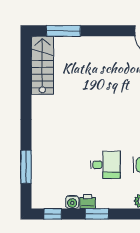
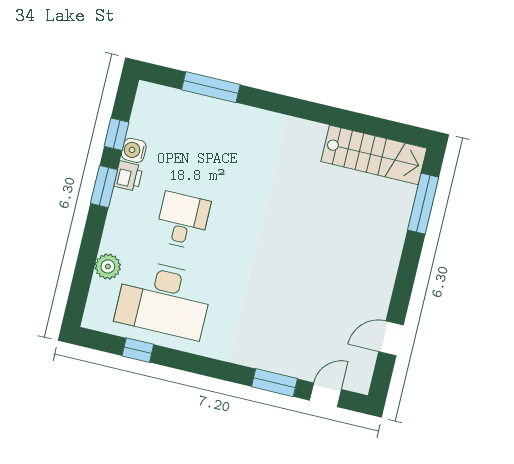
desk: (105, 165) -> (183, 221), turned 180
window: (53, 214) -> (116, 134), moved

